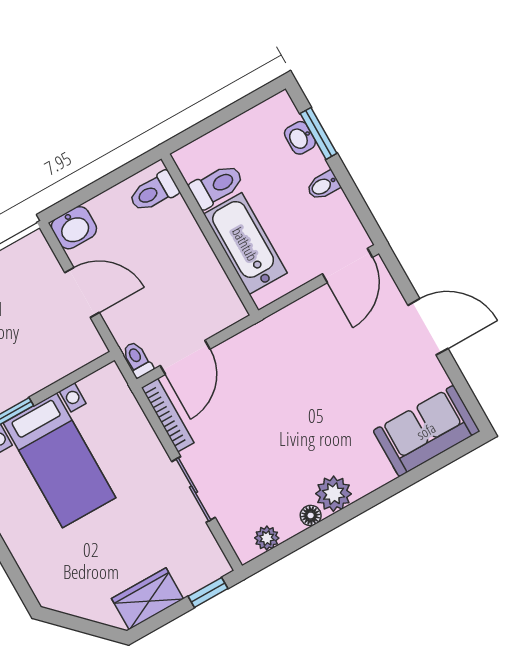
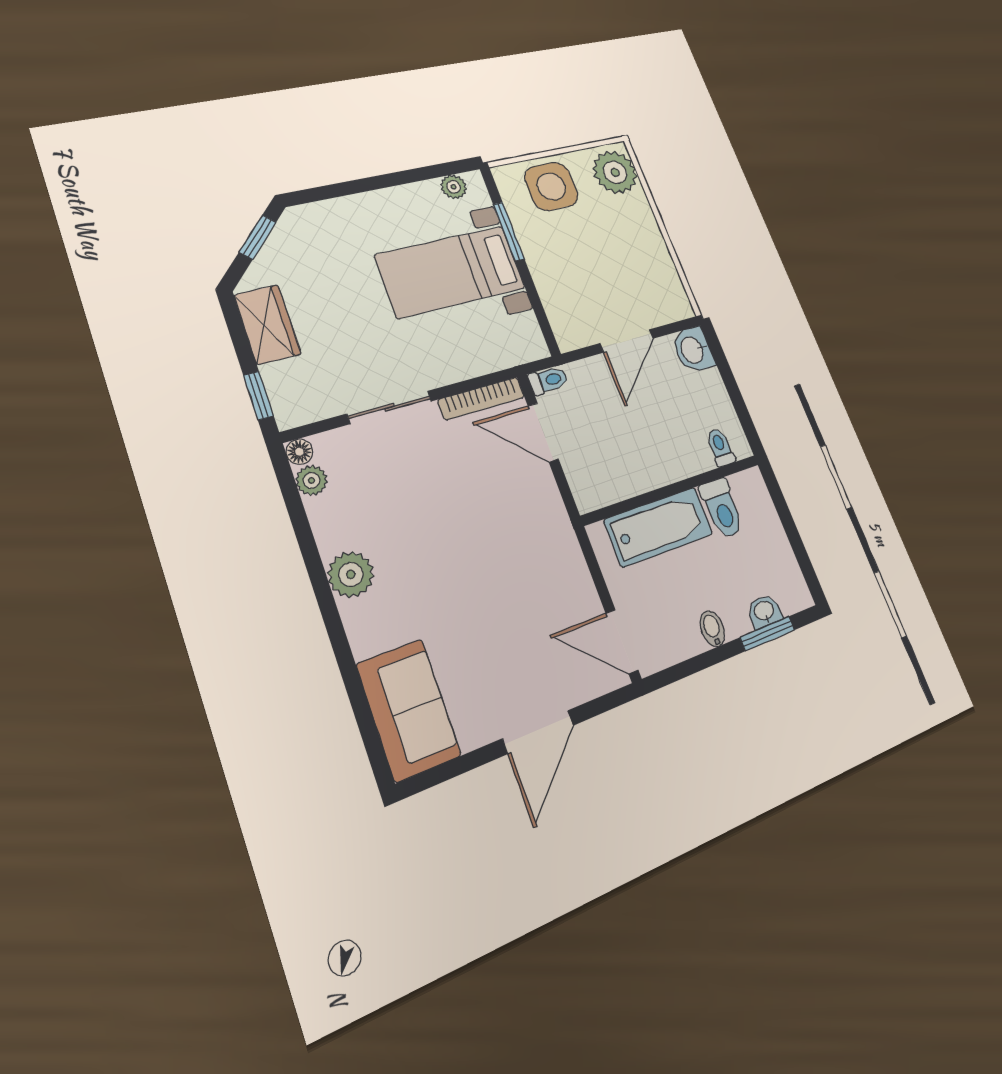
toilet: (154, 192) -> (720, 447), width x0.73, depth x0.72
floor lamp: (311, 515) -> (299, 452), moved
window: (74, 623) -> (258, 237), added

